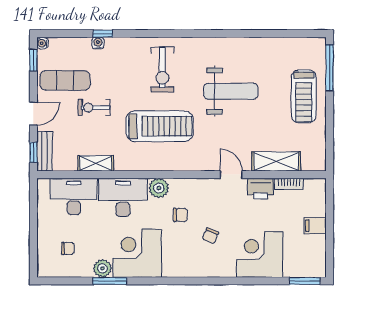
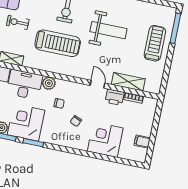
treadmill: (304, 96) -> (155, 43), turned 180
filing cabinet: (315, 226) -> (142, 142), moved
window: (305, 281) -> (33, 143), moved

